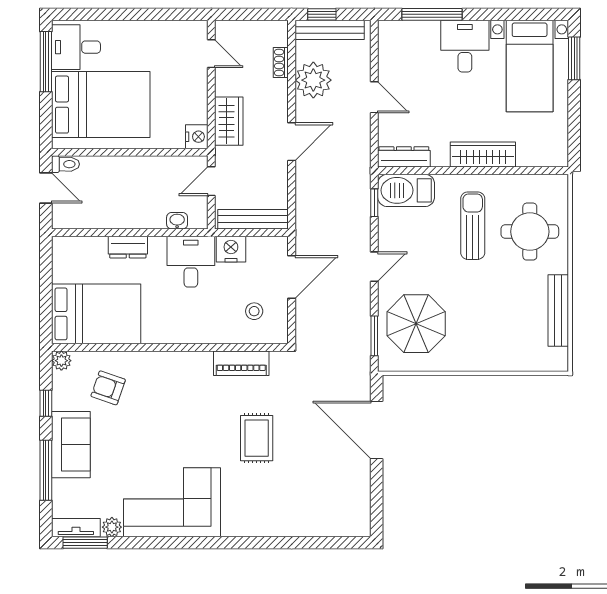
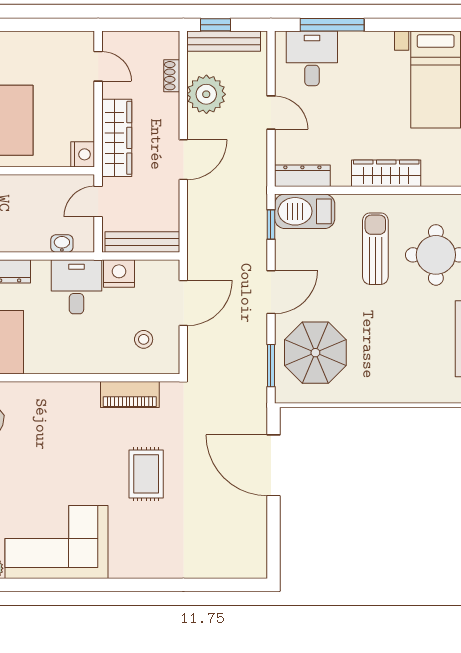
desk: (465, 46) -> (312, 58), moved
wardrobe: (229, 121) -> (117, 138), width x1.50
door: (374, 267) -> (271, 292), width x1.38

